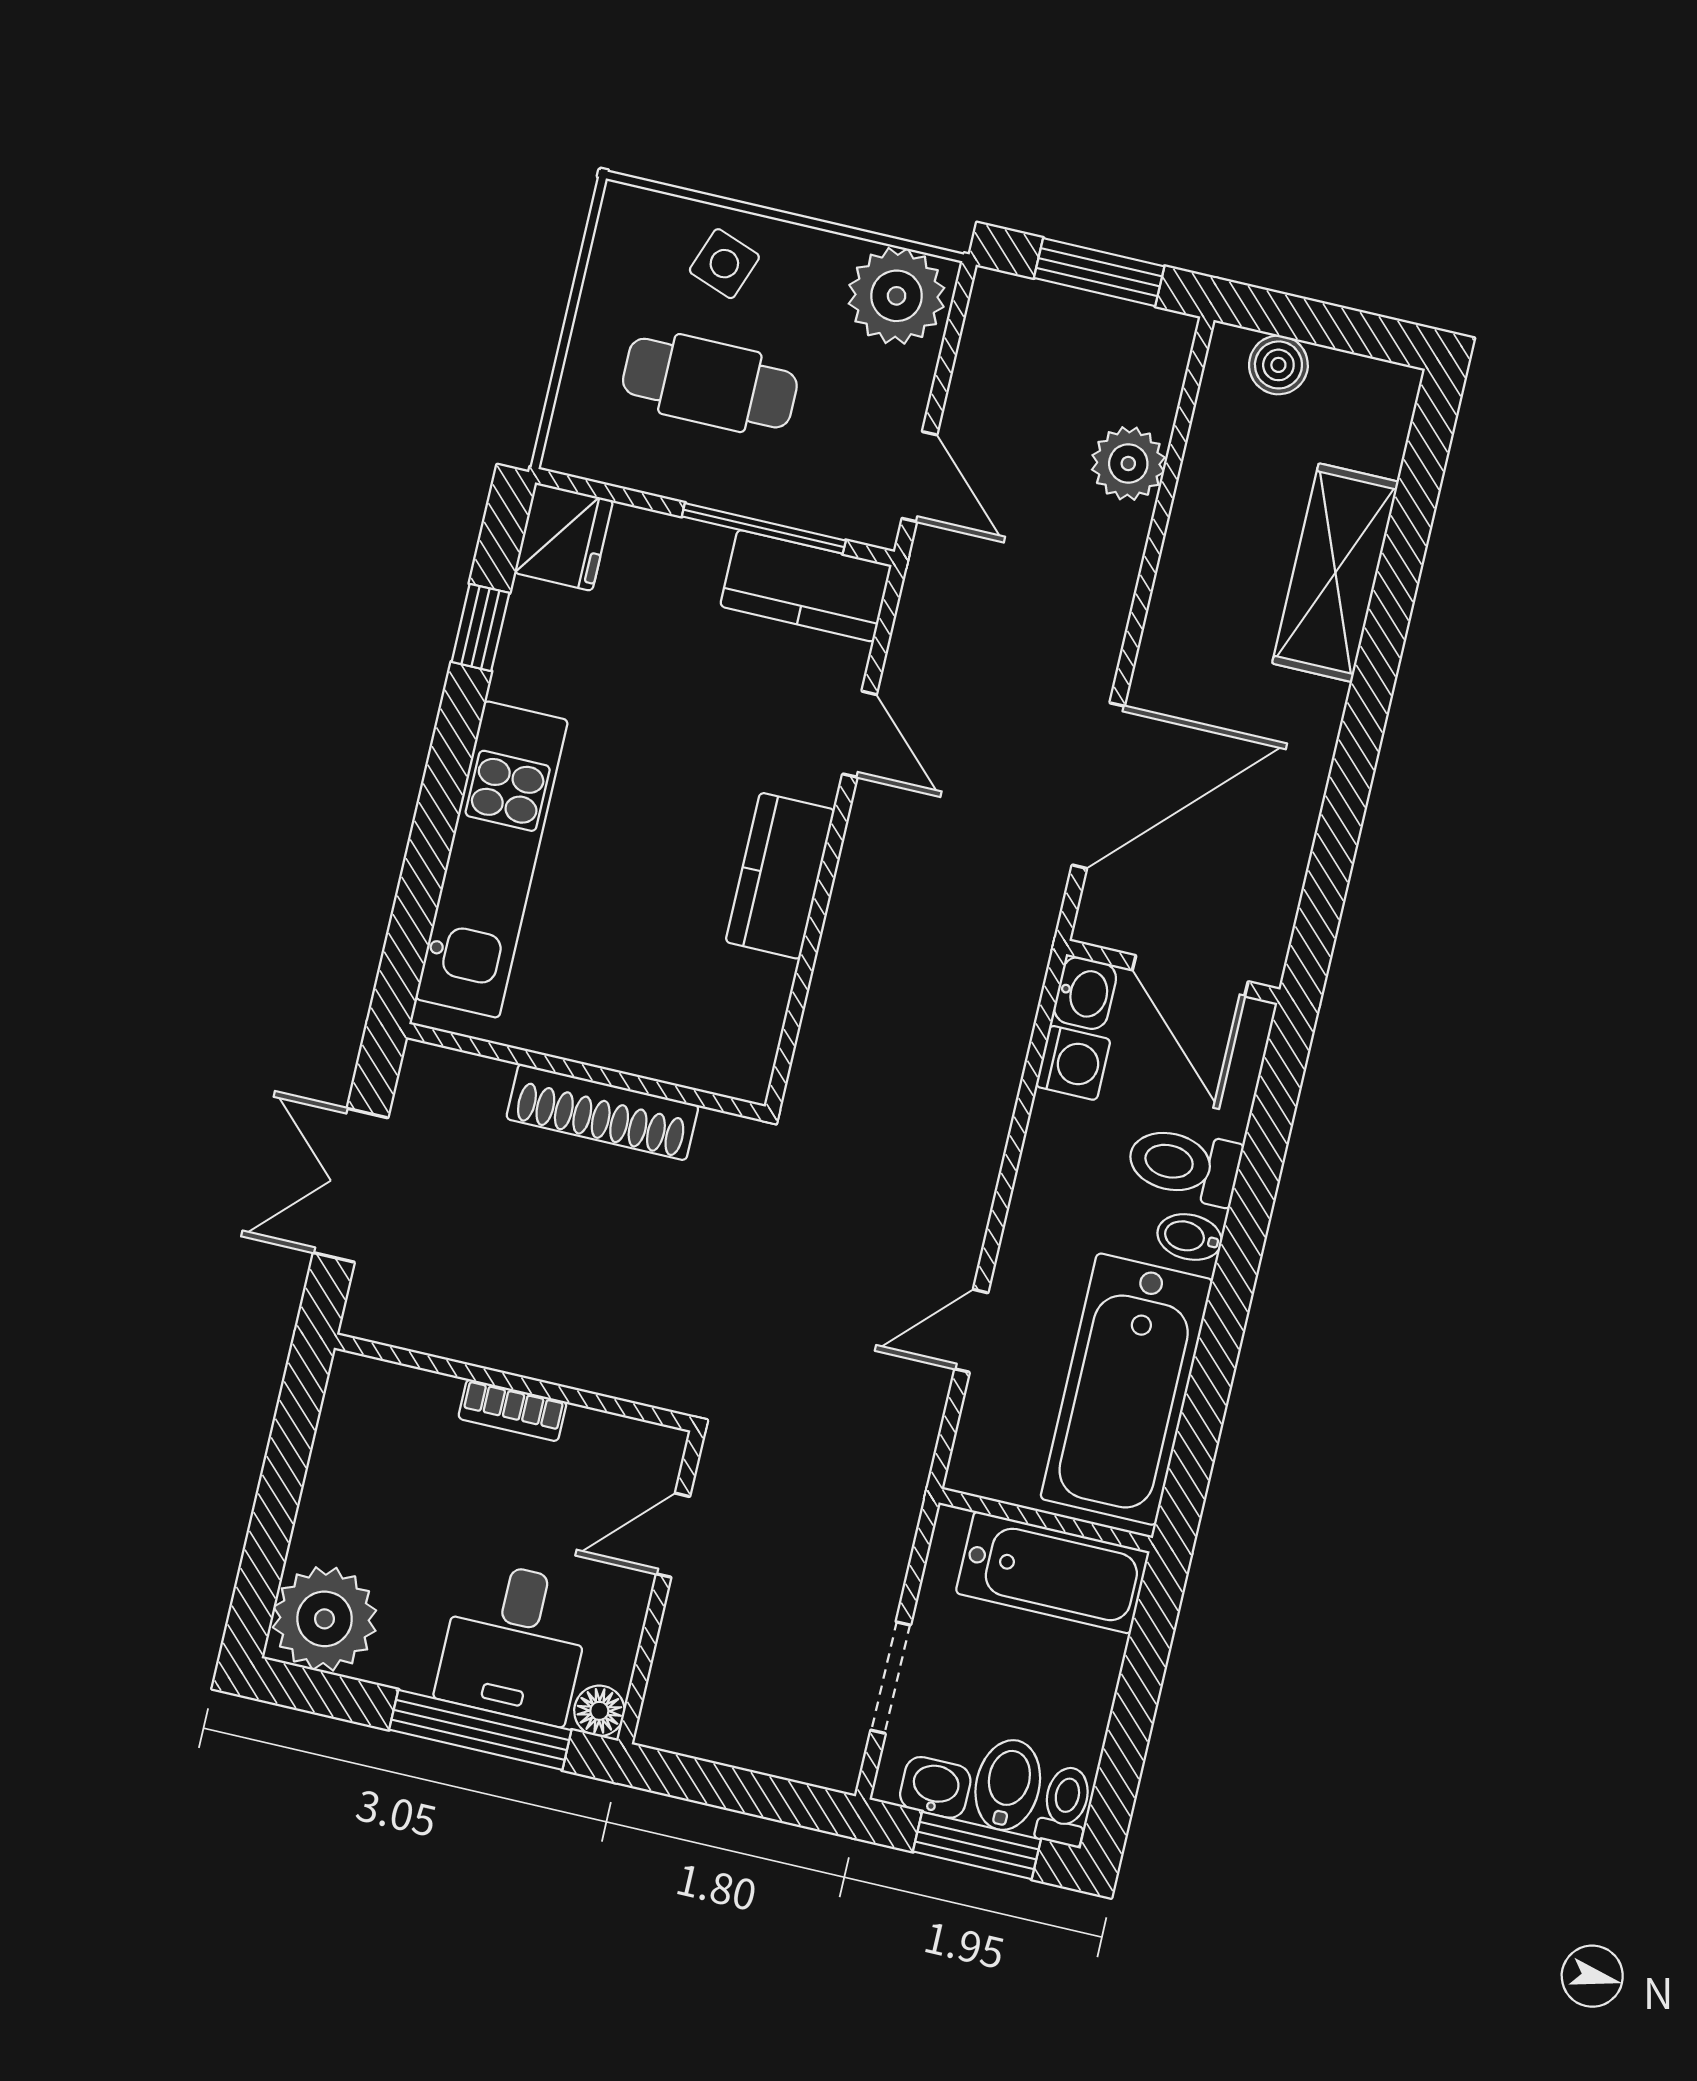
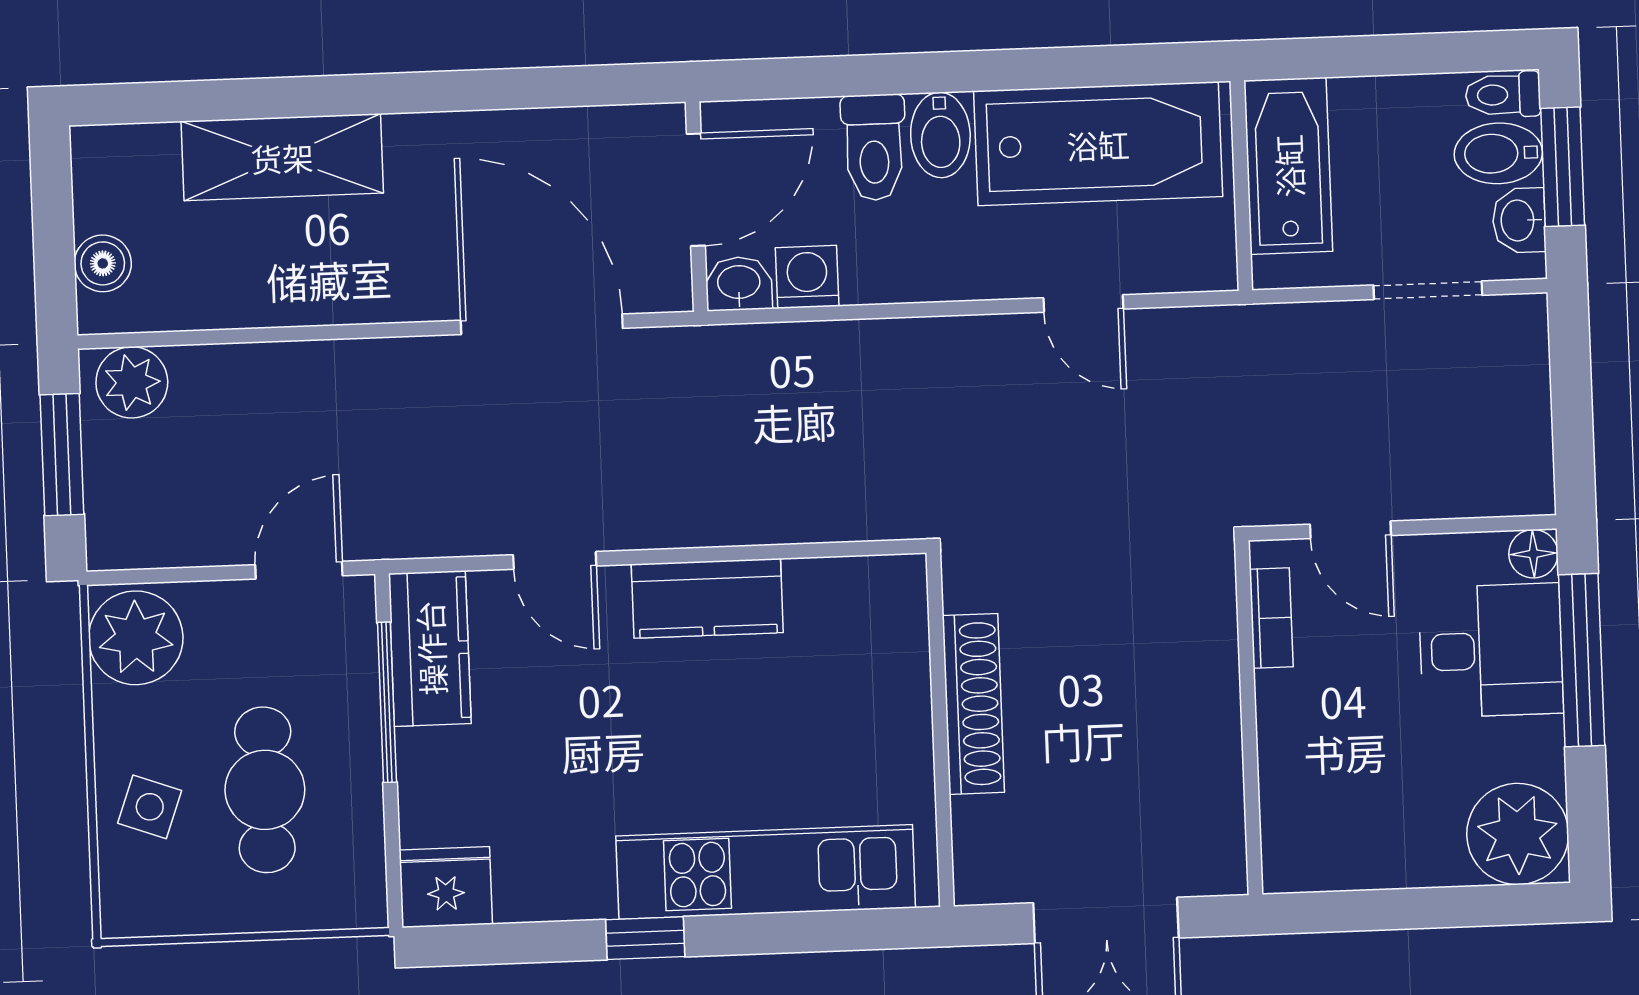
plant: (1128, 463) -> (132, 382), moved
window: (480, 627) -> (645, 938), moved
door: (860, 734) -> (555, 560), swing flipped
bidet: (1190, 1237) -> (940, 135), width x1.38, depth x1.36
bookcase: (512, 1410) -> (1271, 618), moved

